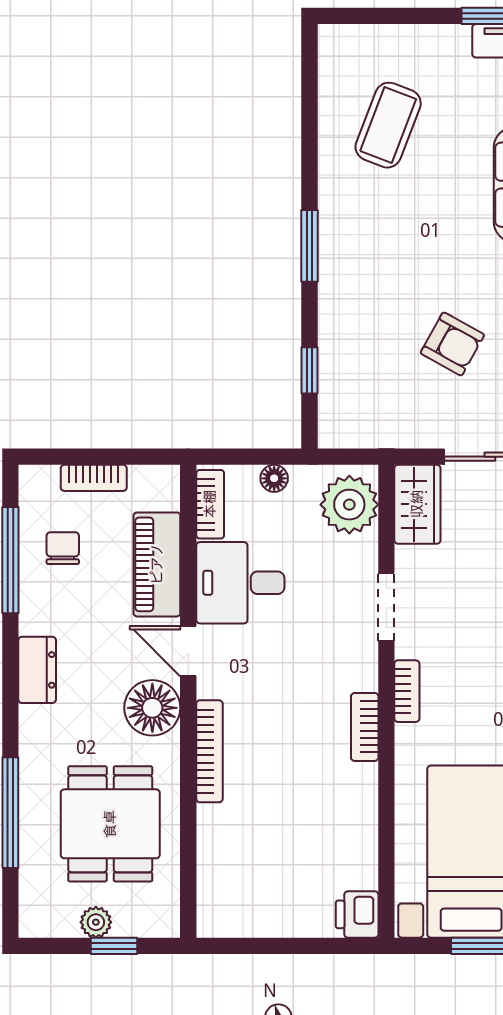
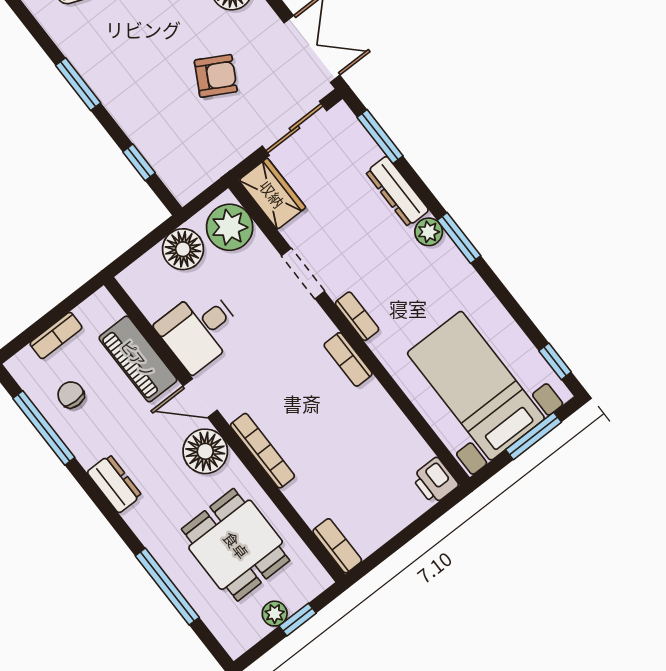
floor lamp: (274, 478) -> (183, 249), width x1.89, depth x1.89
bookcase: (210, 504) -> (337, 546), moved

